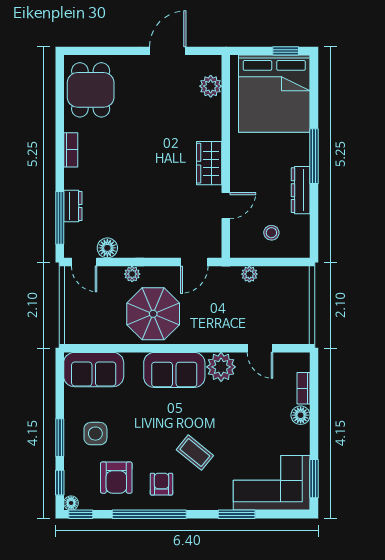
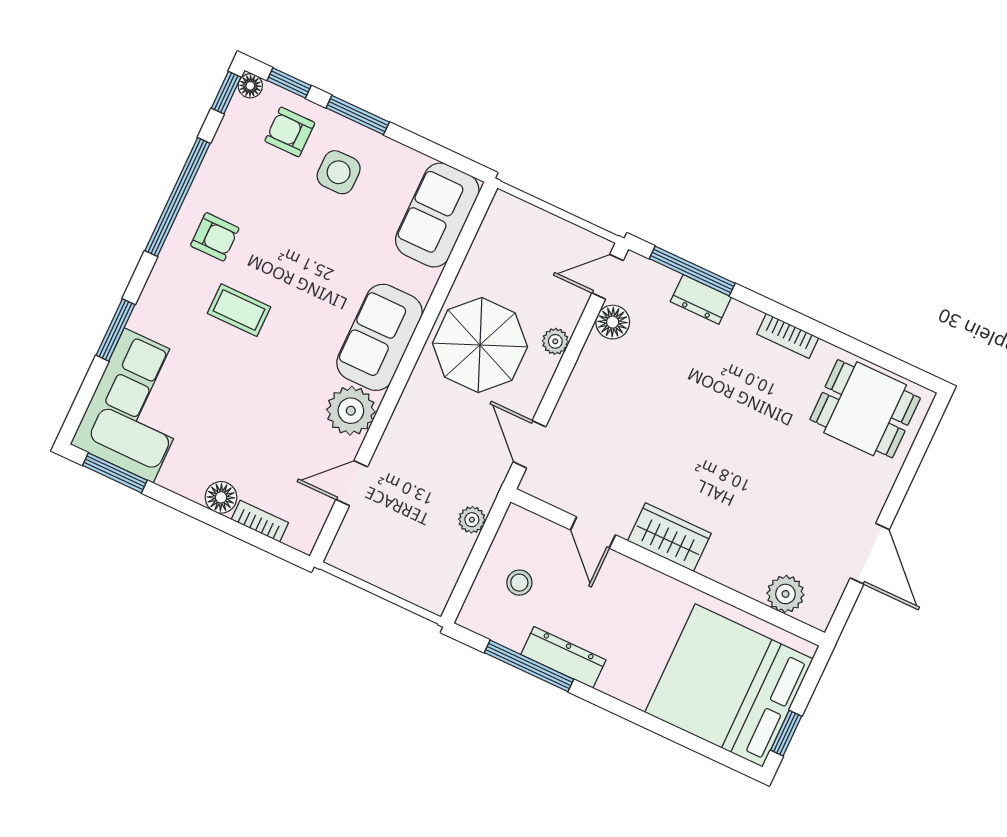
window: (314, 156) -> (529, 666), moved
coffee table: (195, 453) -> (239, 310), turned 51
armchair: (116, 478) -> (290, 132), moved, width x0.72, depth x0.72

